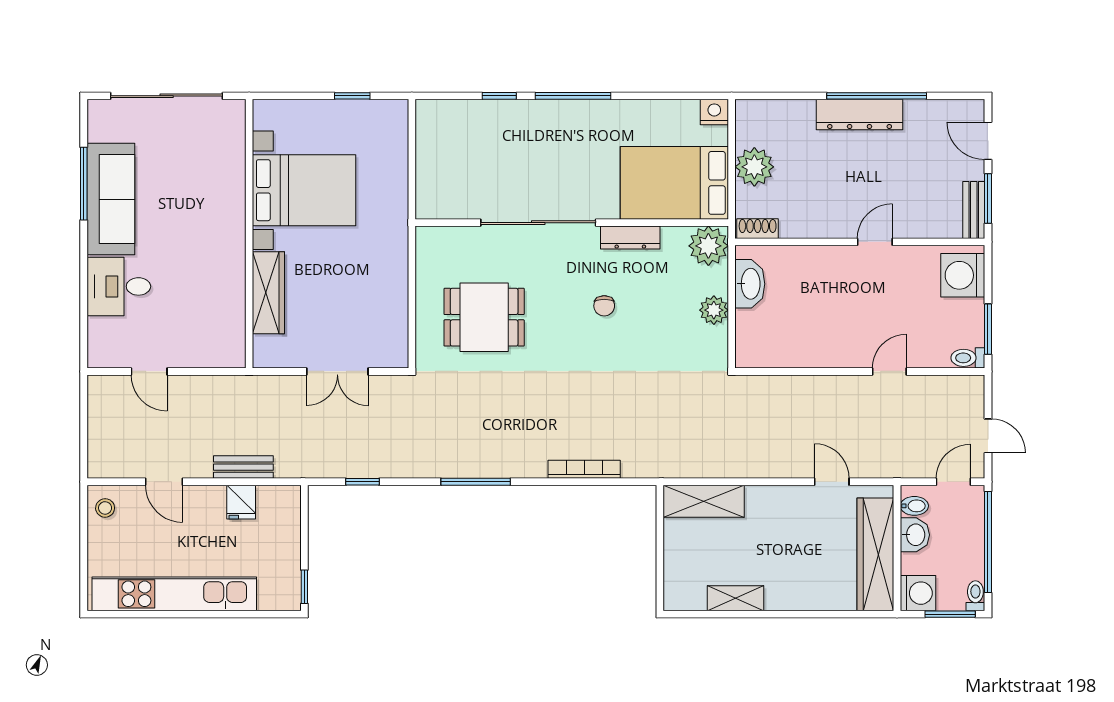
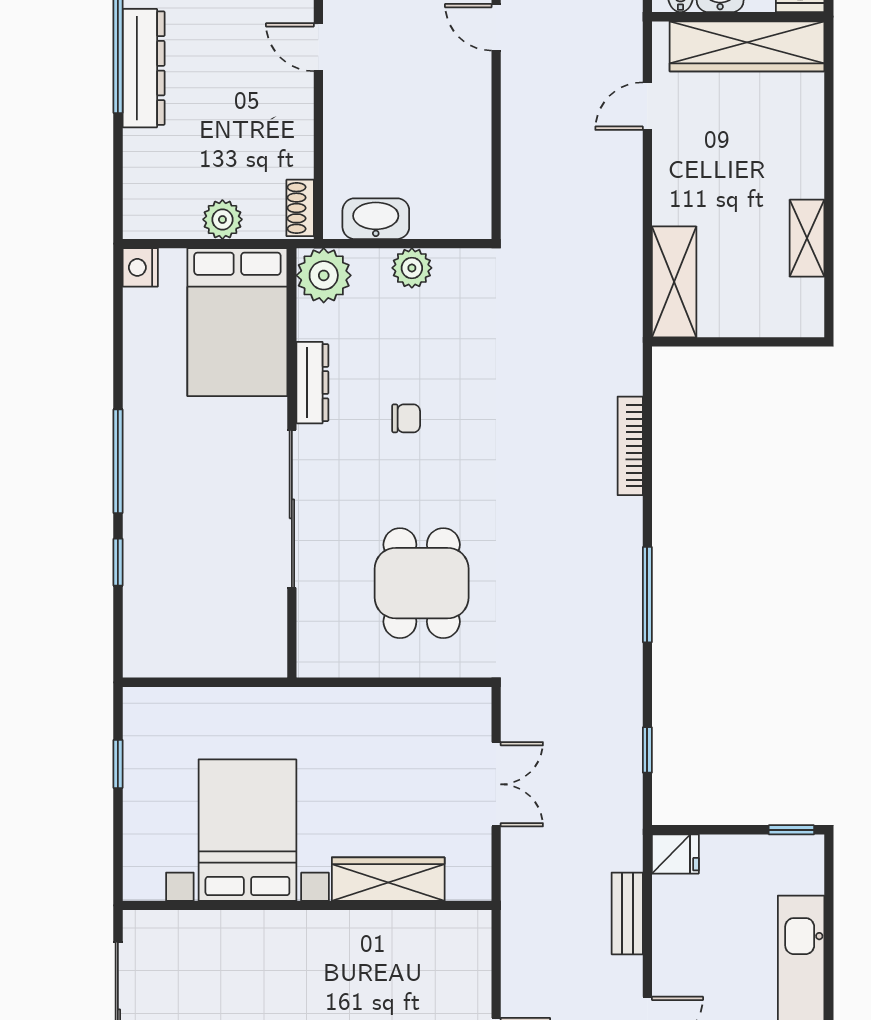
plant: (754, 167) -> (222, 219), width x0.73, depth x0.73
fridge: (241, 502) -> (675, 854), moved

